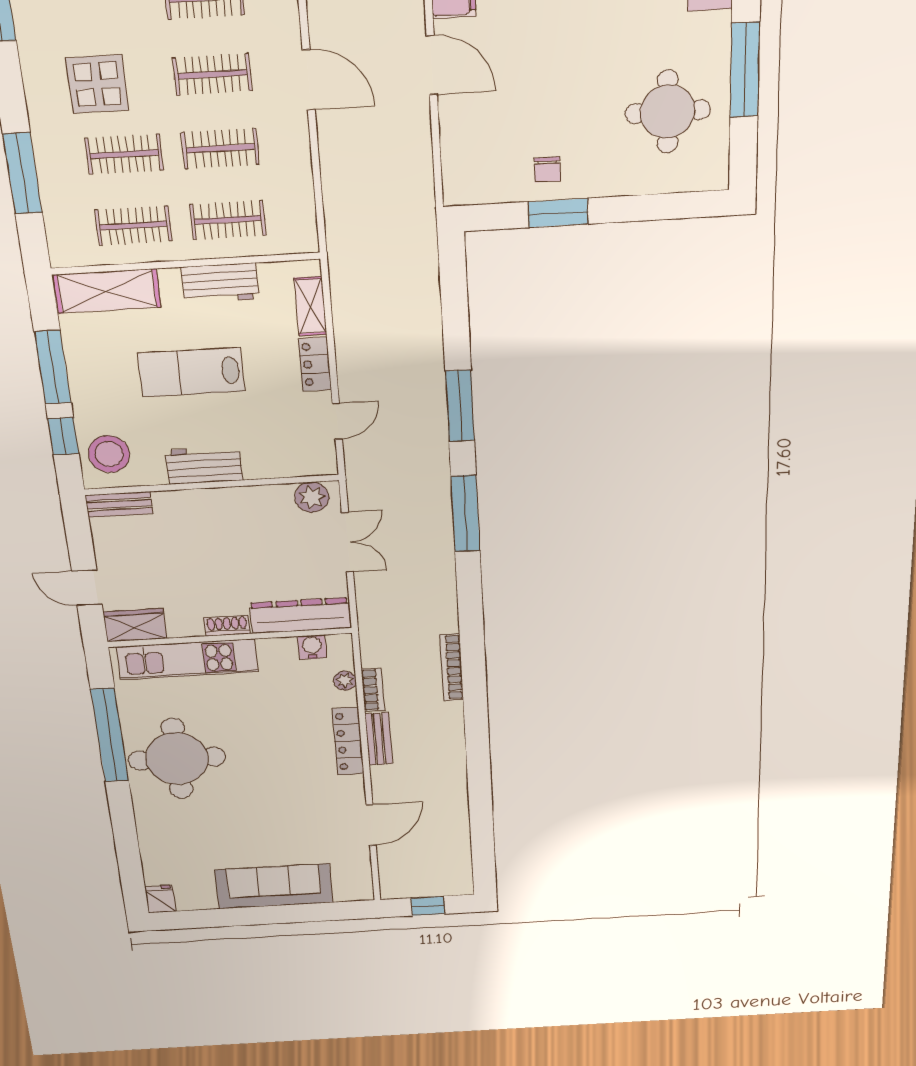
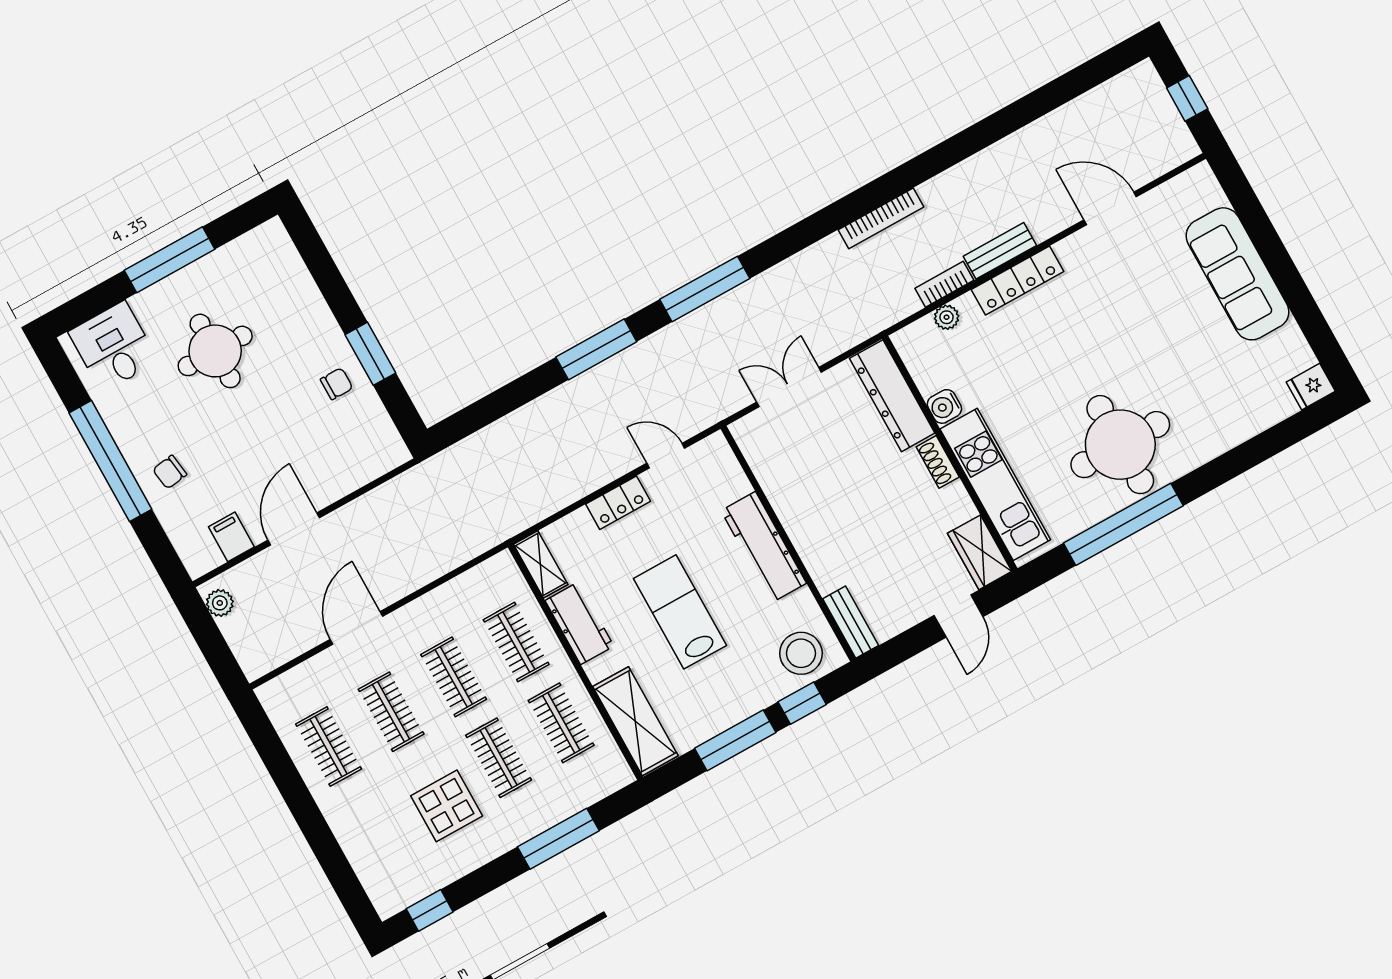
round table: (668, 112) -> (215, 351), moved
shelving: (310, 306) -> (541, 564), moved, turned 90
lab bench: (191, 372) -> (680, 612), turned 180
workbench: (204, 465) -> (764, 547), width x1.37
plant: (312, 497) -> (757, 443), removed
water cooler: (312, 647) -> (944, 406), moved

